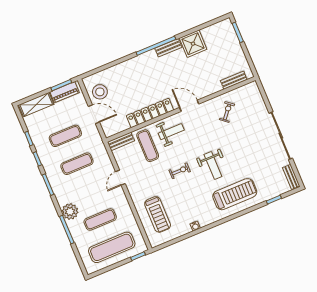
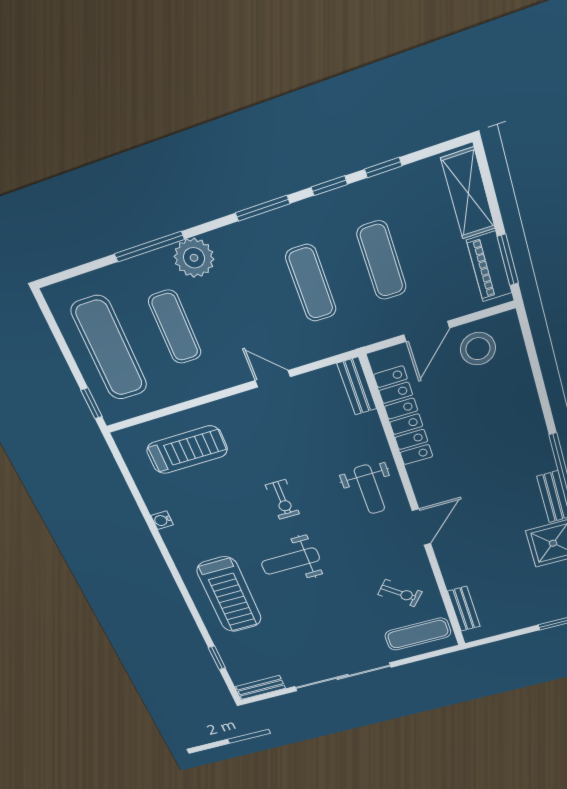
locker: (150, 113) -> (404, 416), moved
exercise mat: (148, 146) -> (418, 634), moved
treadmill: (158, 214) -> (187, 450), turned 180

